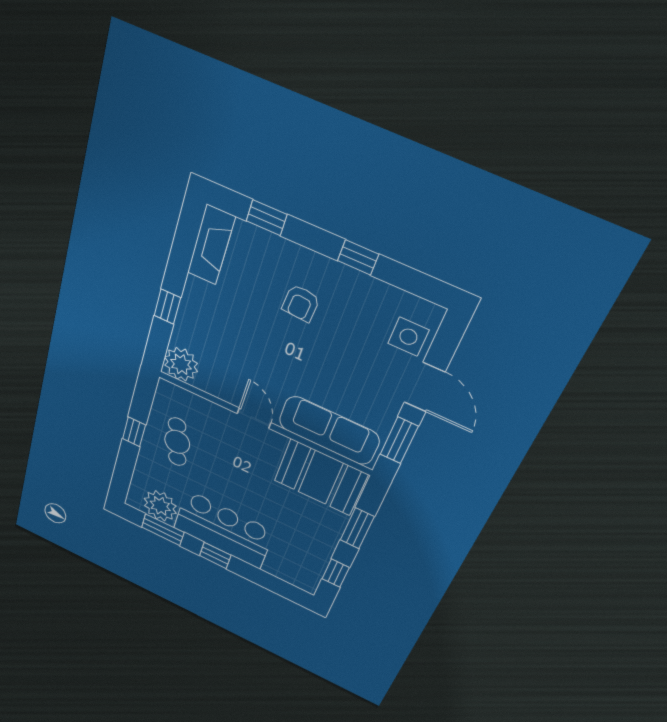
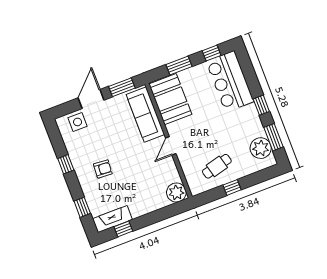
window: (167, 307) -> (123, 229), moved
bar counter: (223, 529) -> (230, 81), moved

